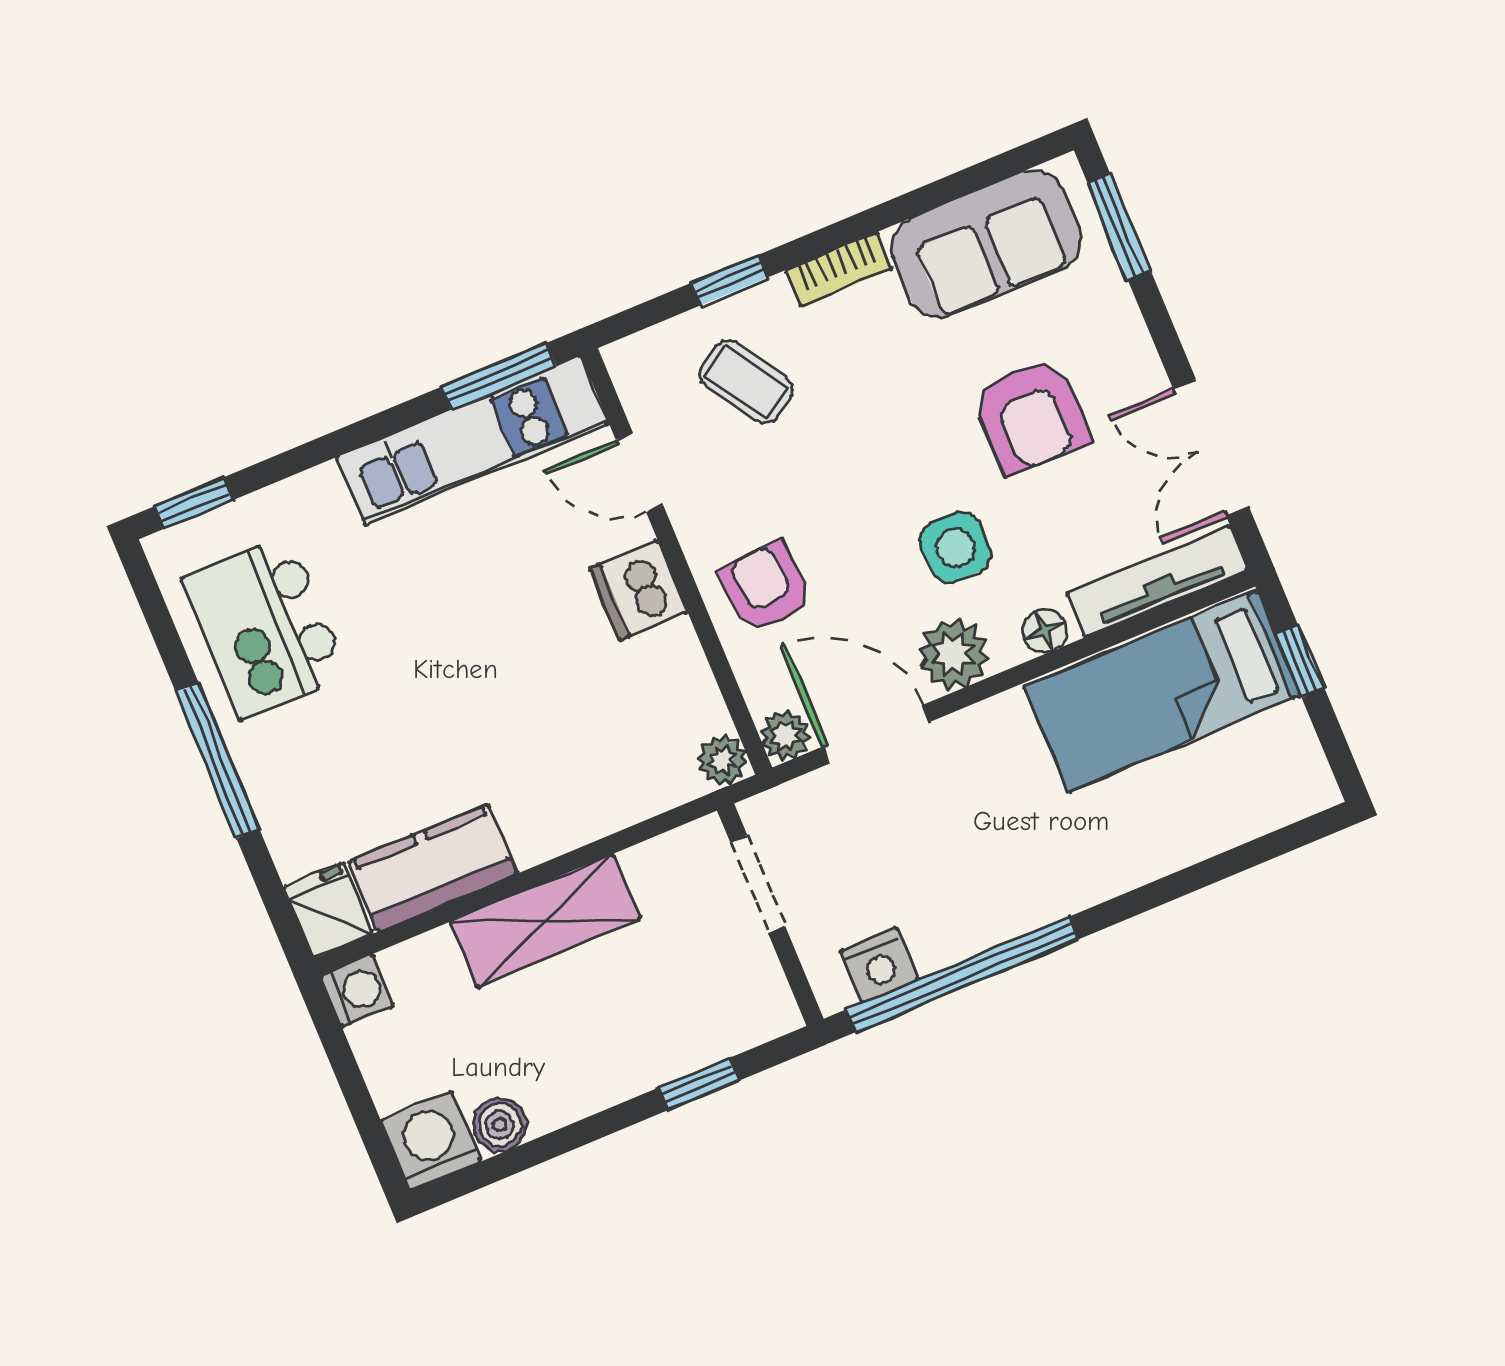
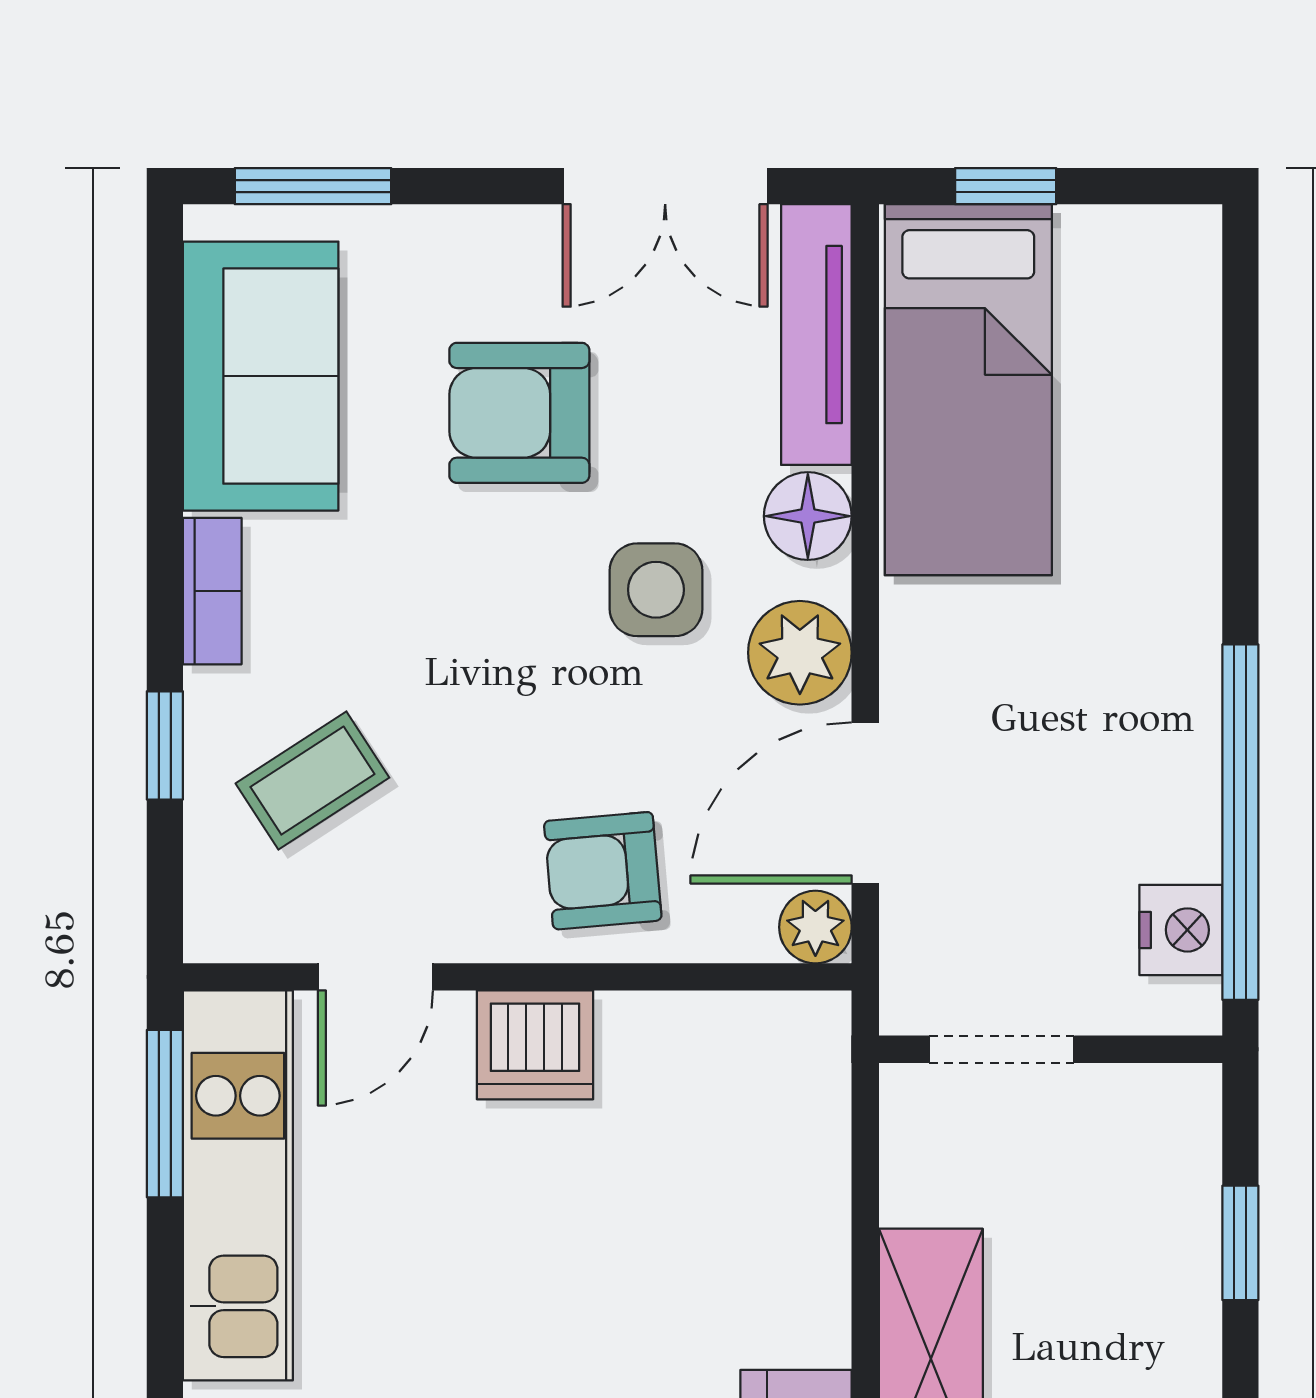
armchair: (1031, 416) -> (519, 413), turned 180
floor lamp: (1044, 631) -> (808, 516), width x1.37, depth x1.37
plant: (722, 760) -> (814, 1027), removed

